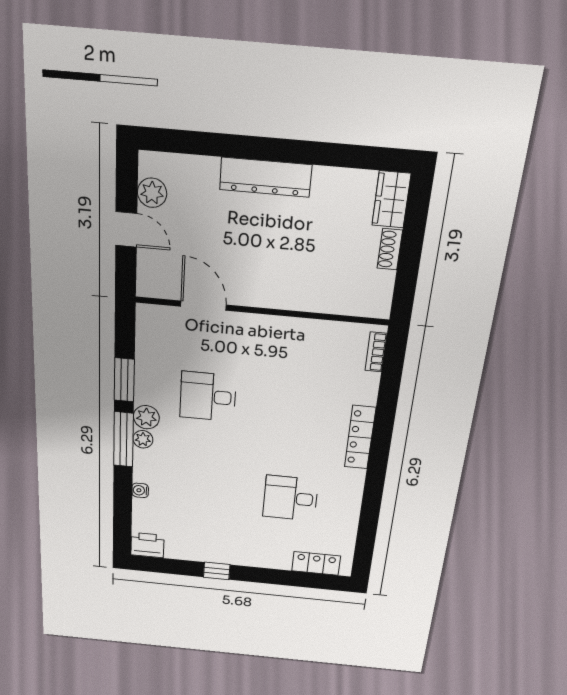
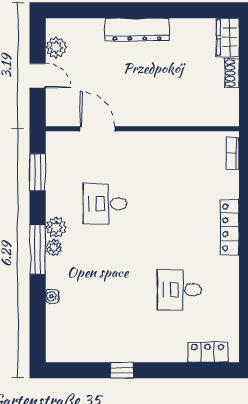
window: (124, 380) -> (38, 172), moved
printer: (147, 545) -> (60, 351), removed

